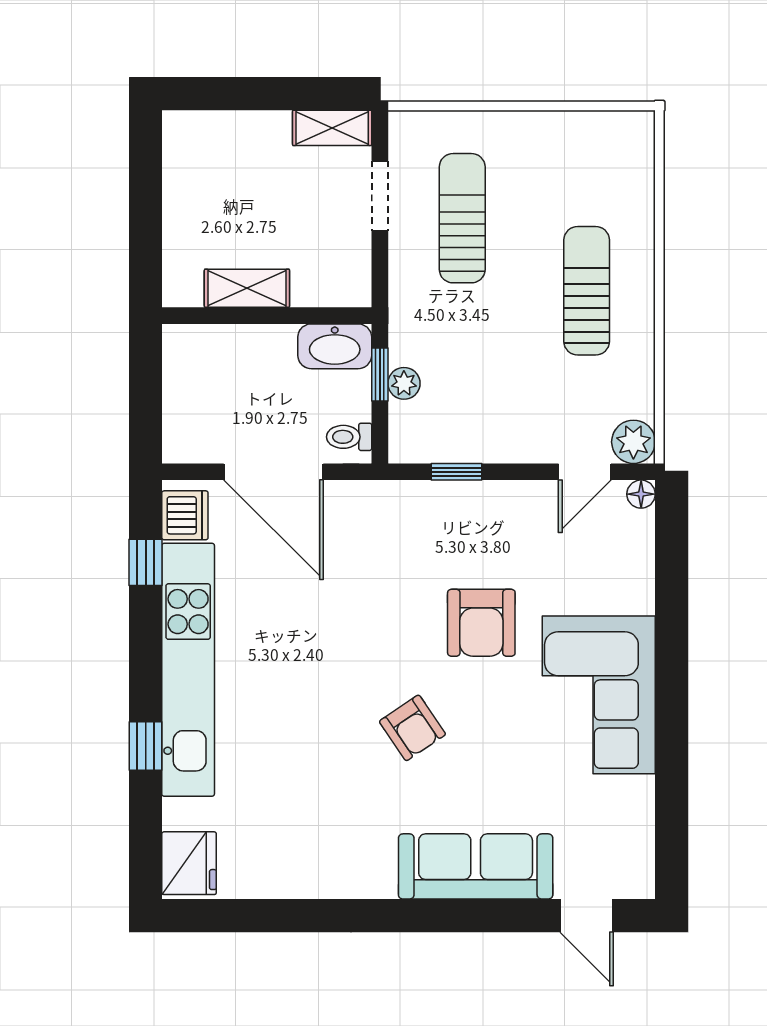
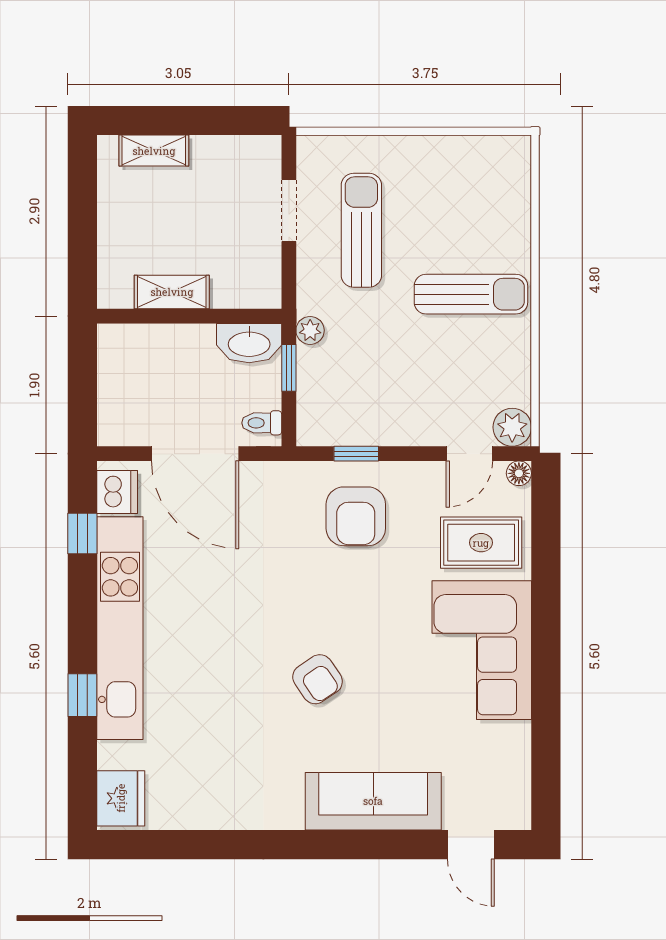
shelving: (332, 128) -> (154, 151), moved
sun lounger: (587, 291) -> (471, 294), turned 90
plant: (404, 383) -> (310, 330), moved
rug: (598, 573) -> (481, 543), added
armchair: (481, 623) -> (356, 516), moved

